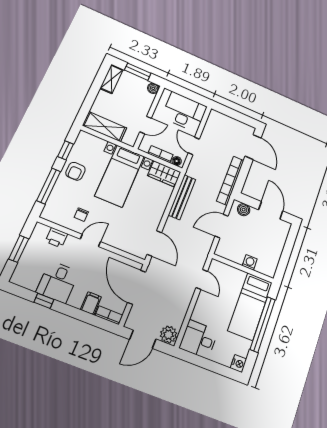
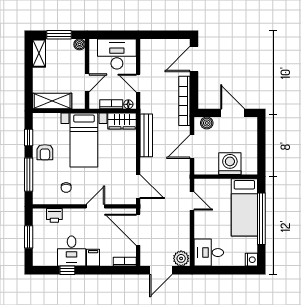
door: (253, 147) -> (194, 59), swing flipped
door: (90, 240) -> (95, 206), moved
washing machine: (250, 262) -> (230, 164), width x1.89, depth x1.89
filing cabinet: (91, 303) -> (93, 258), moved

